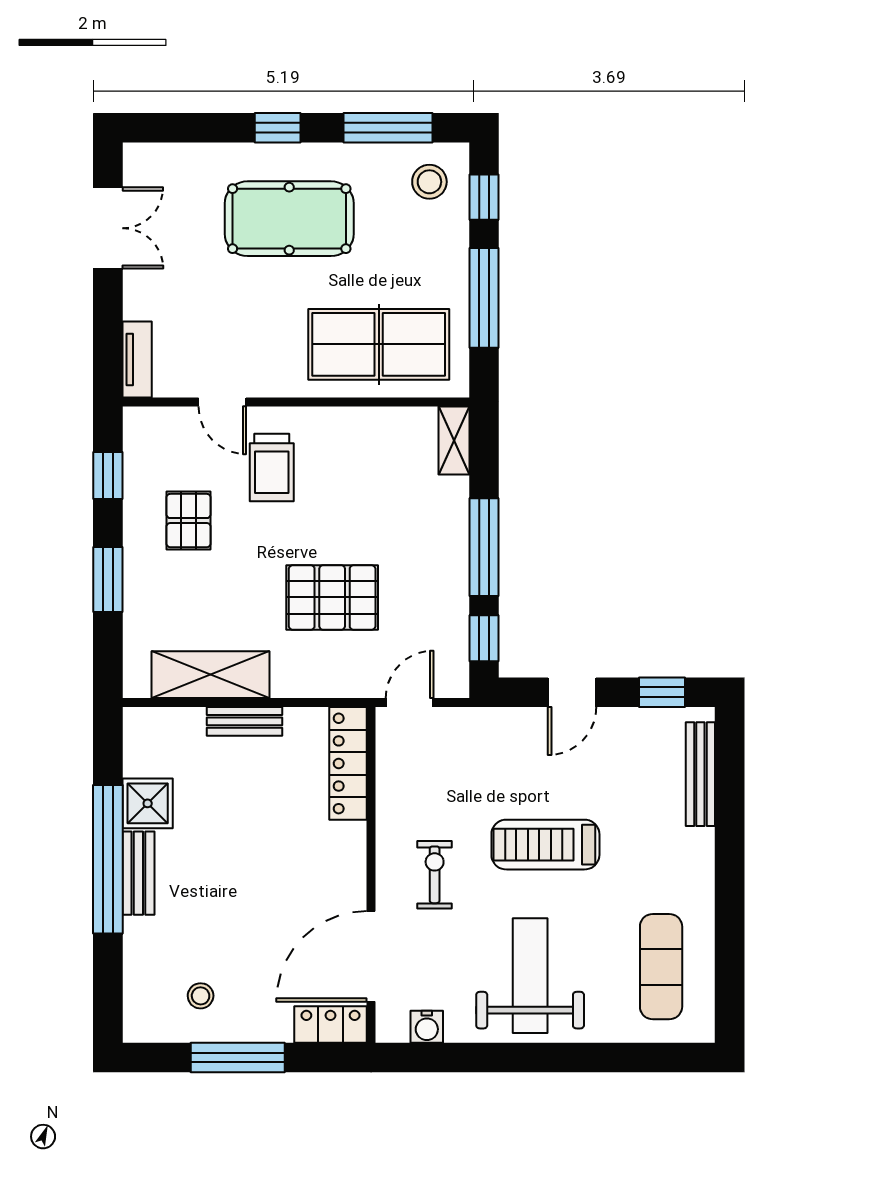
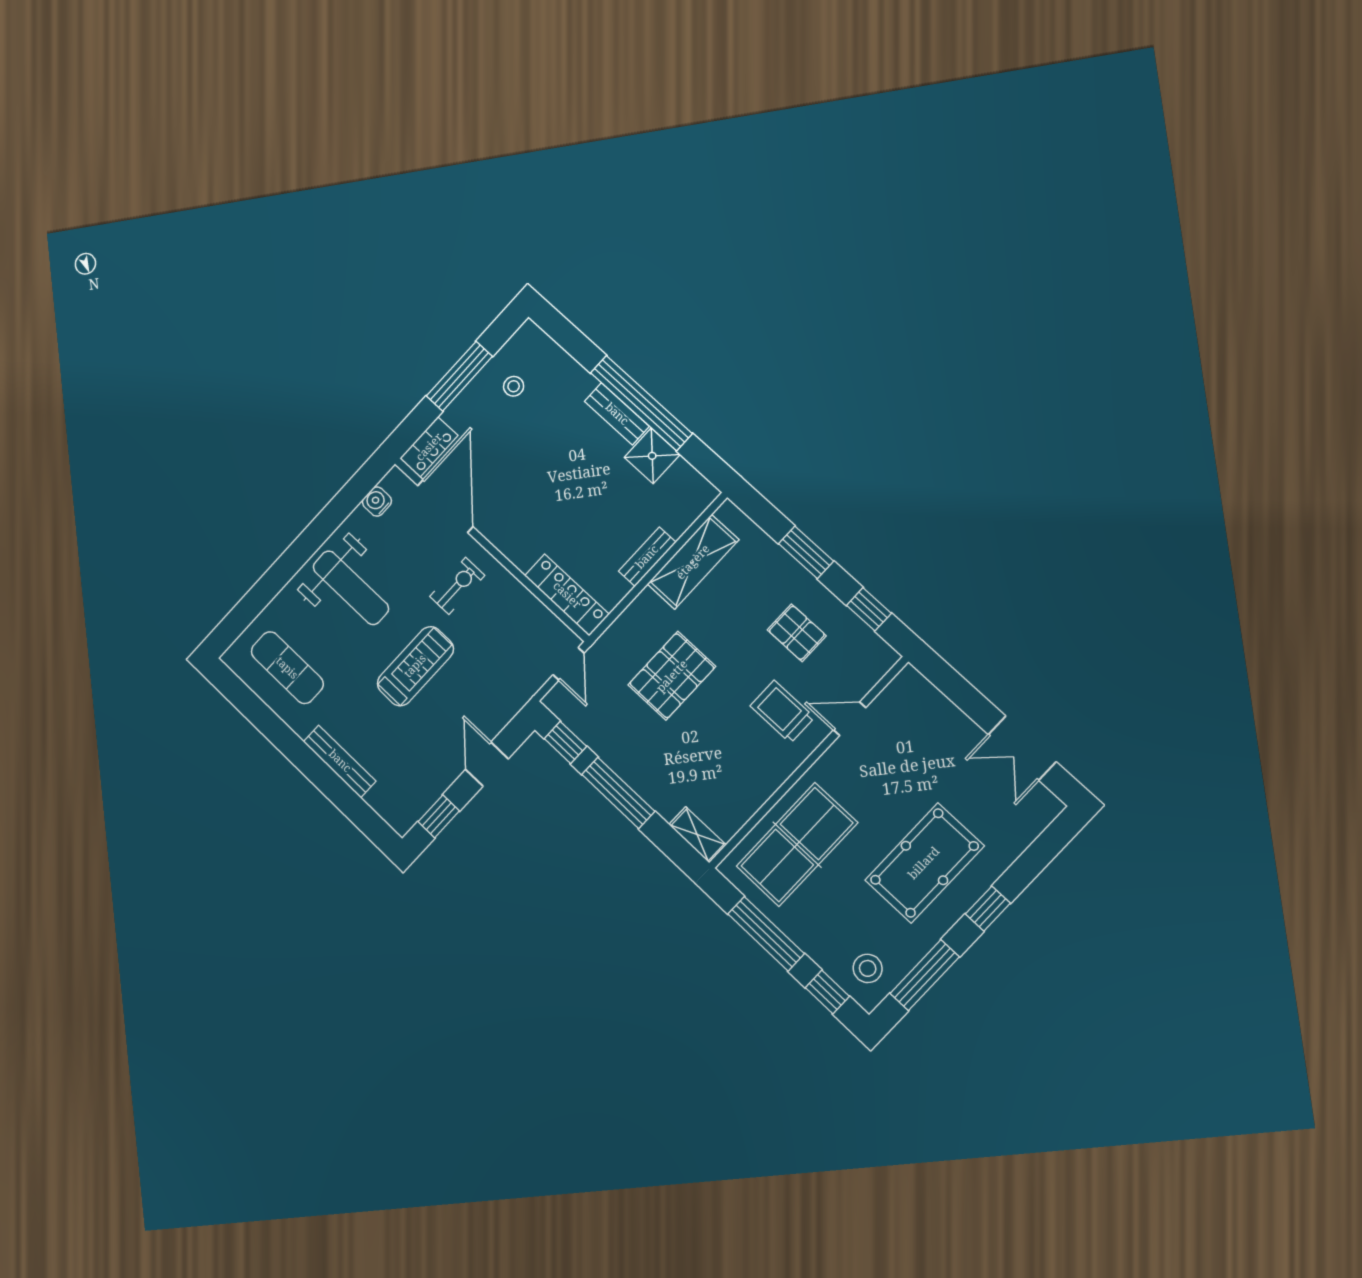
tv unit: (137, 360) -> (924, 691), removed
bench: (700, 774) -> (340, 761), moved
exercise bike: (435, 875) -> (457, 586), turned -90

